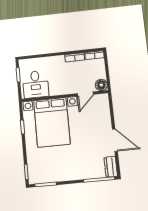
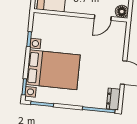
bed with nightstands: (52, 122) -> (53, 70), moved, turned -90

